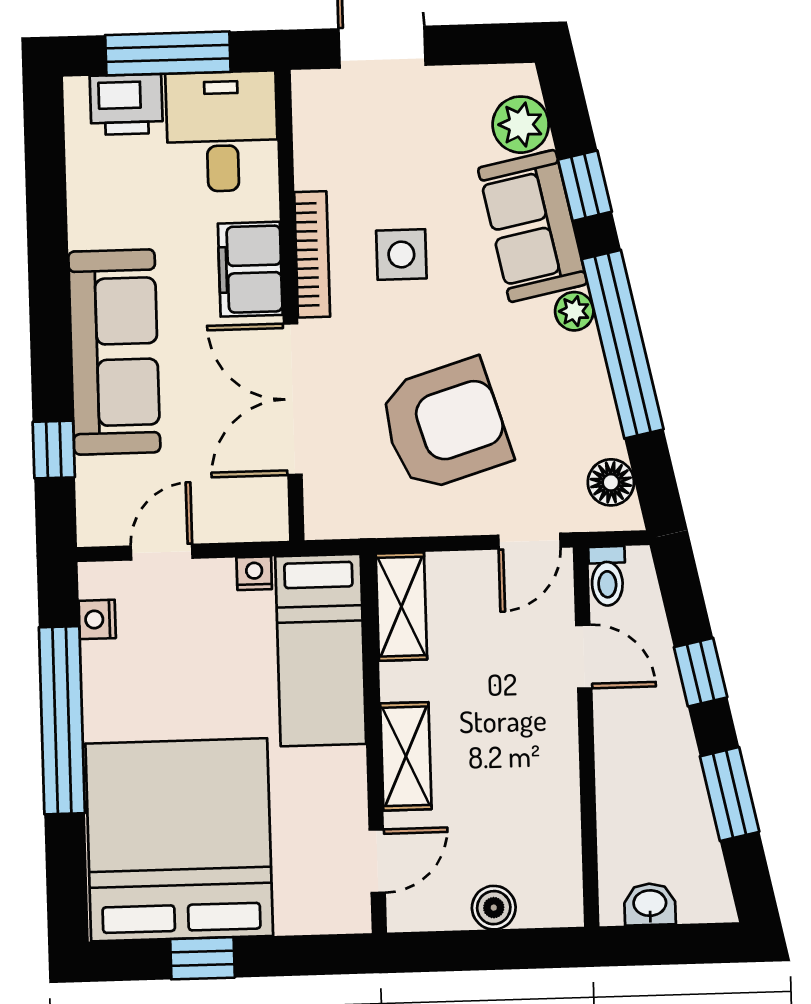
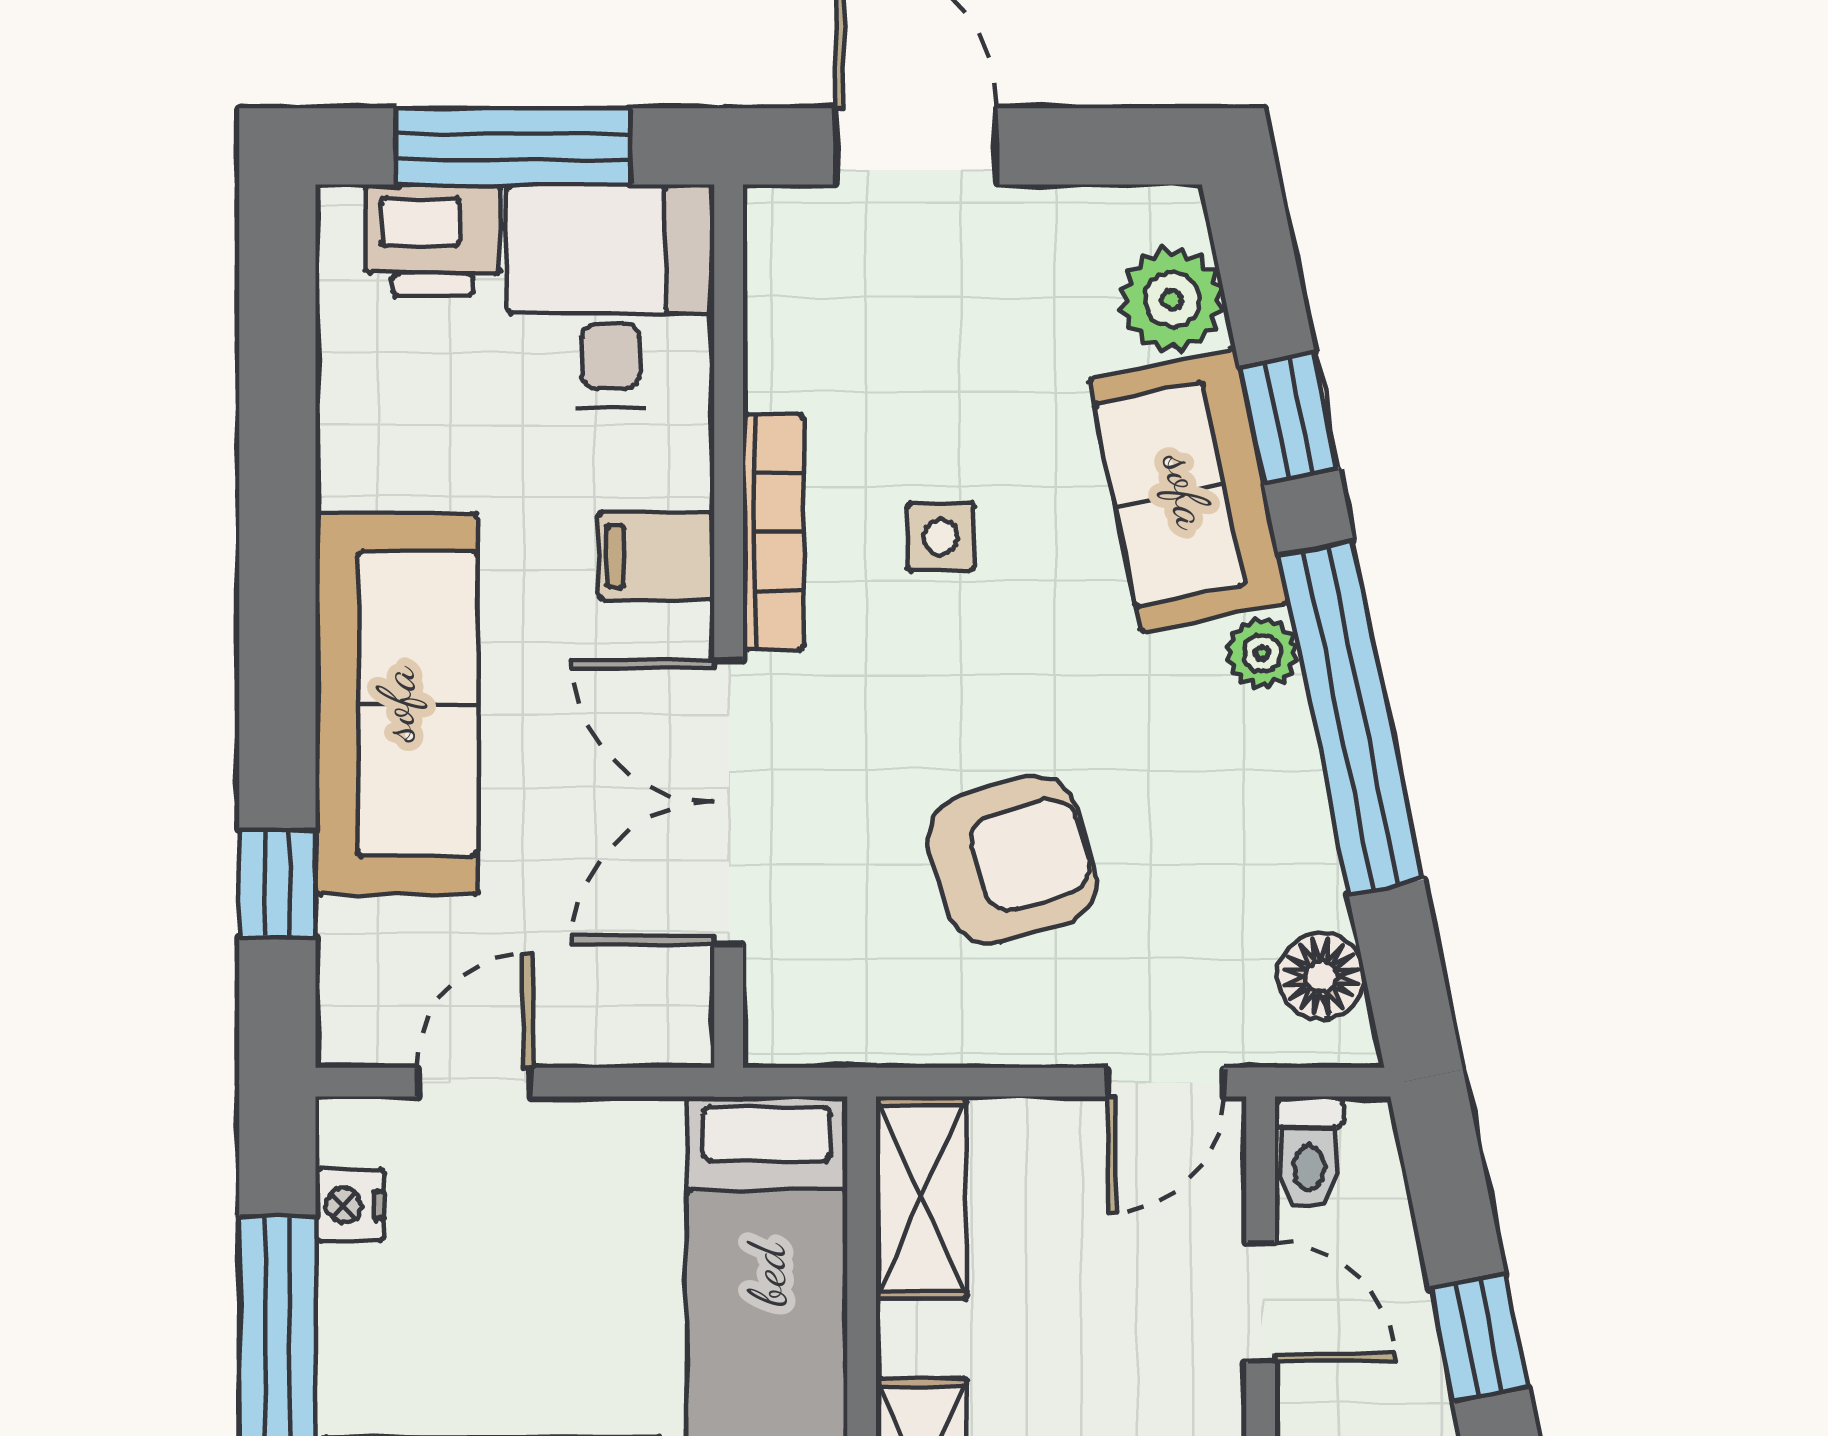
side table: (401, 254) -> (941, 537), width x0.73, depth x0.73
filing cabinet: (250, 269) -> (656, 556), width x0.50
armchair: (445, 425) -> (1013, 860), width x0.73, depth x0.73
nightstand: (254, 573) -> (647, 1127), removed

